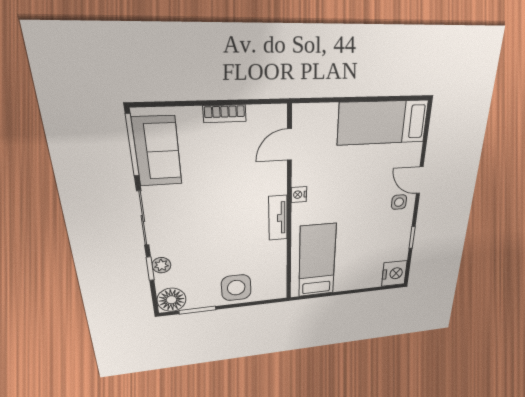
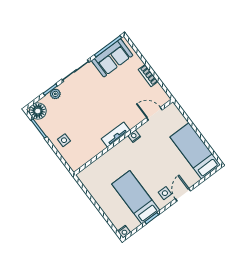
bed: (317, 261) -> (136, 197), moved, turned -90
nightstand: (394, 273) -> (124, 232), width x0.53, depth x0.56
side table: (236, 288) -> (64, 140), width x0.54, depth x0.54

